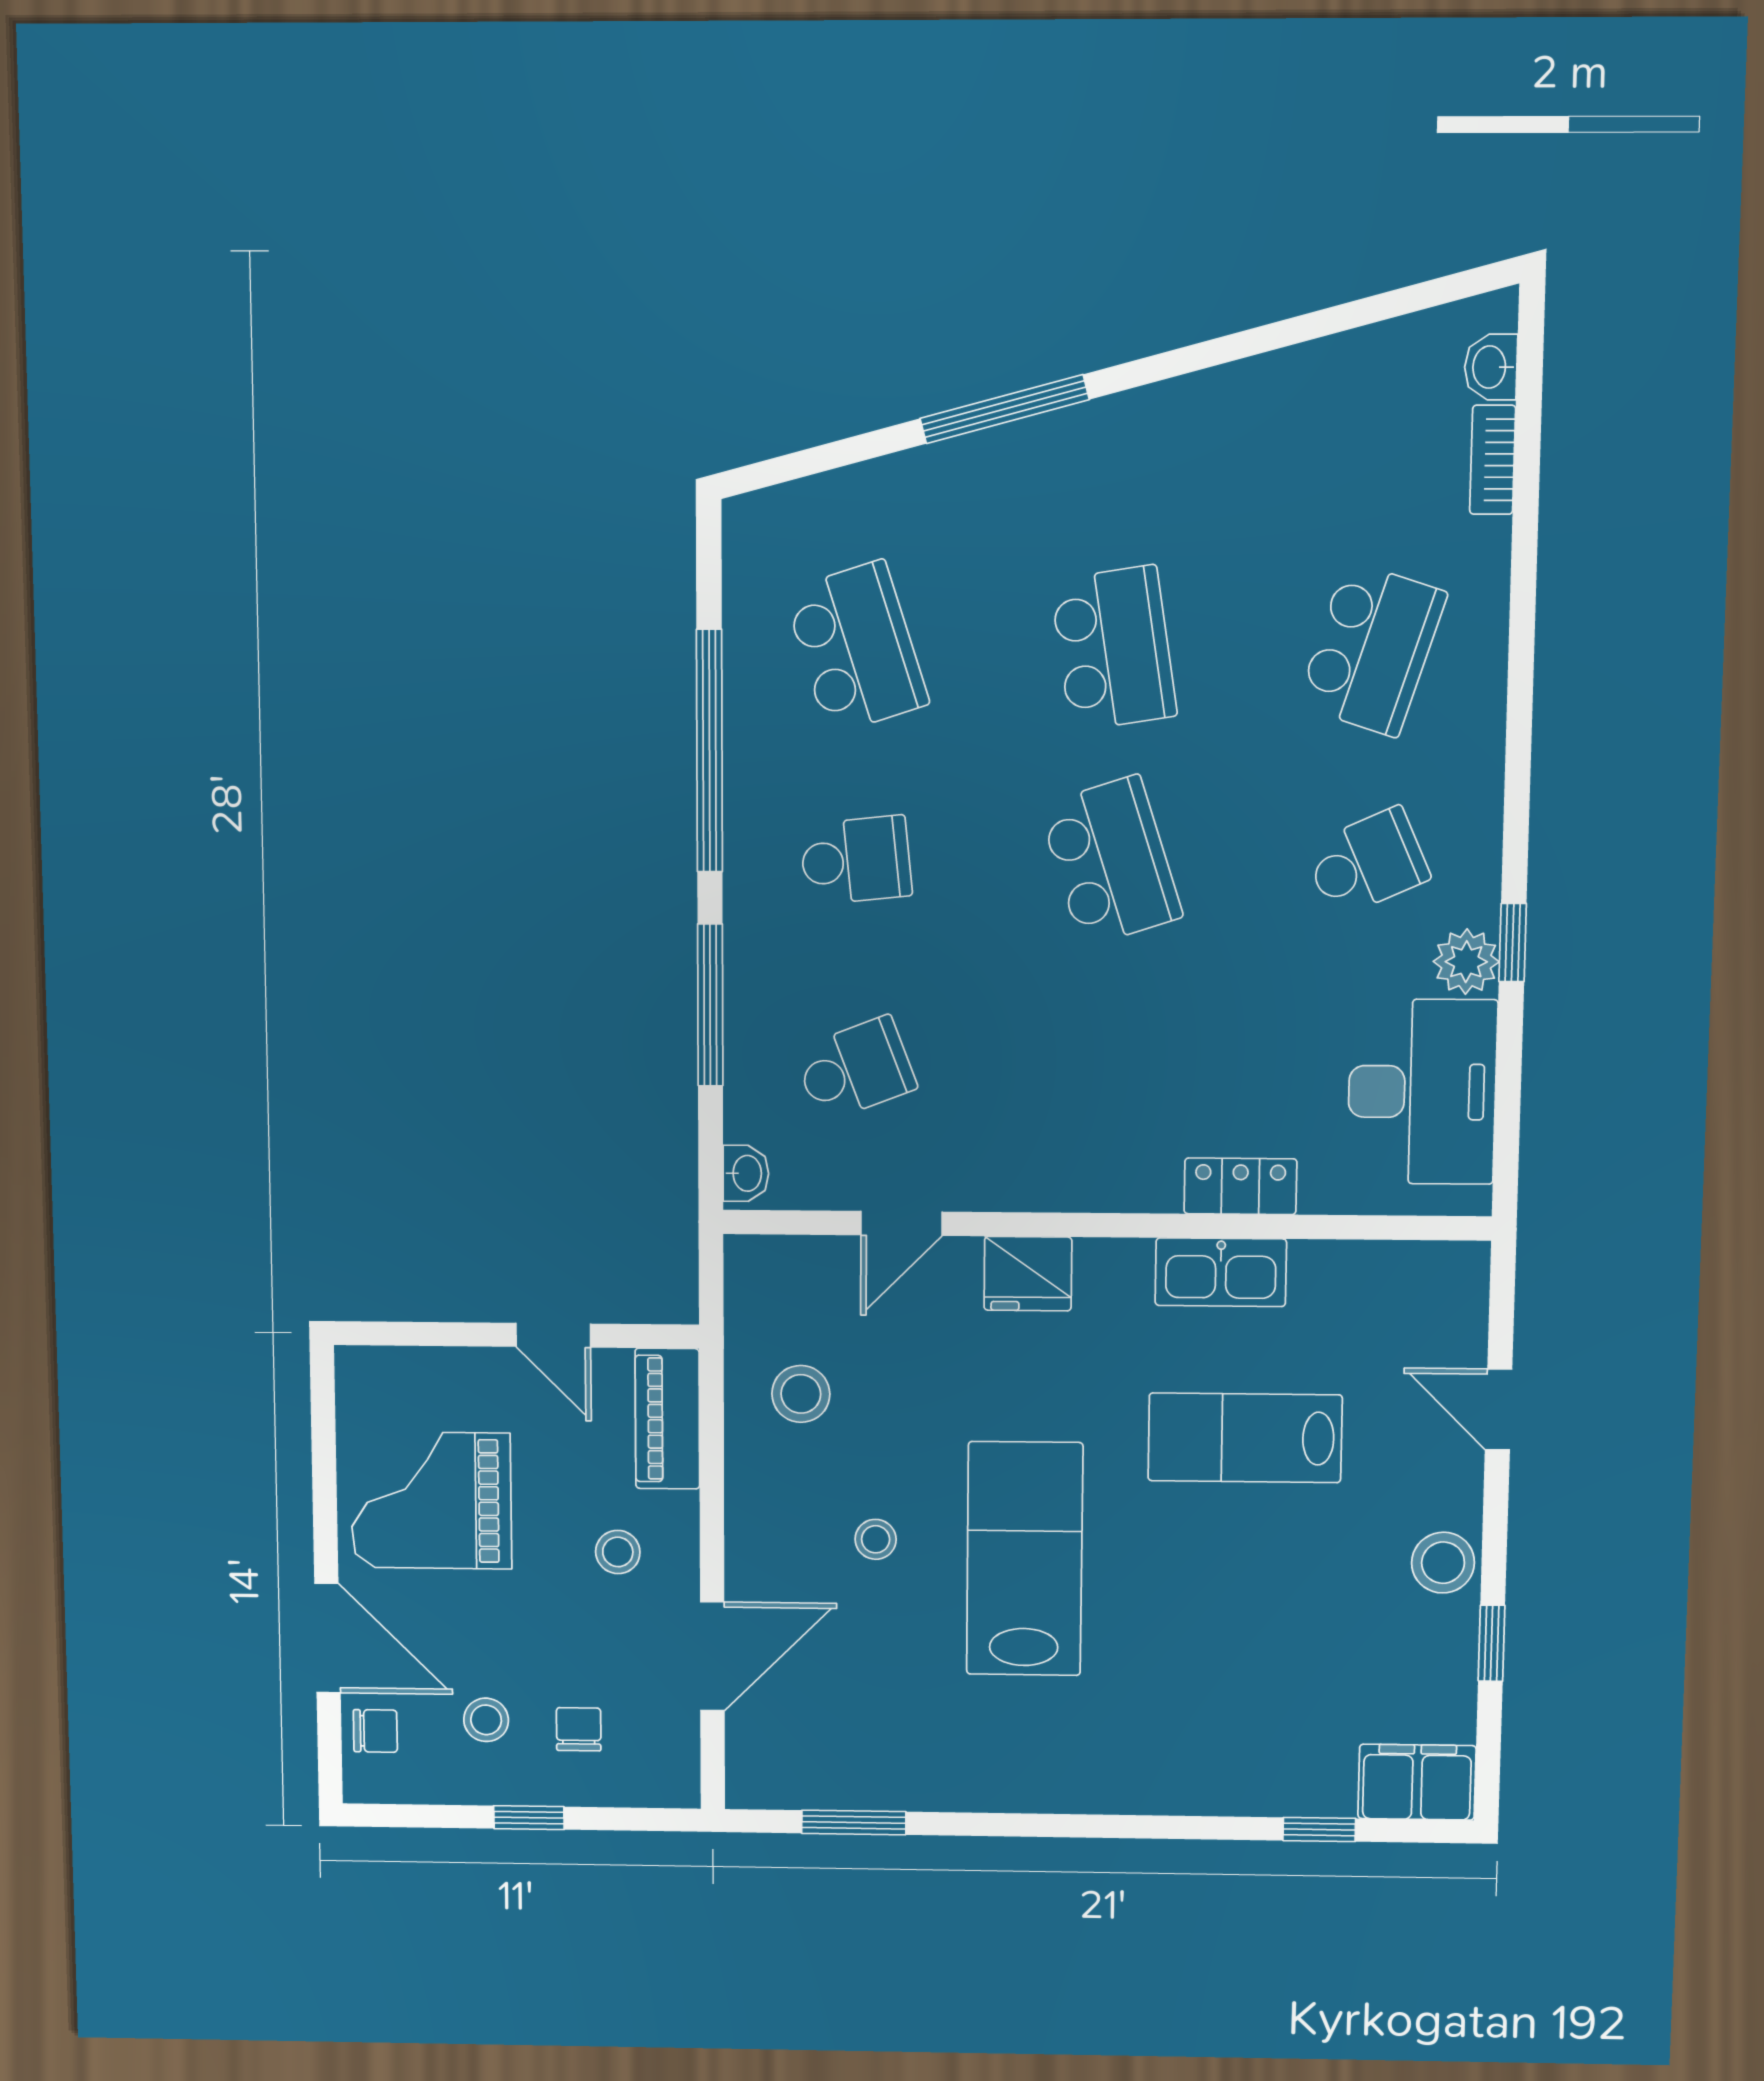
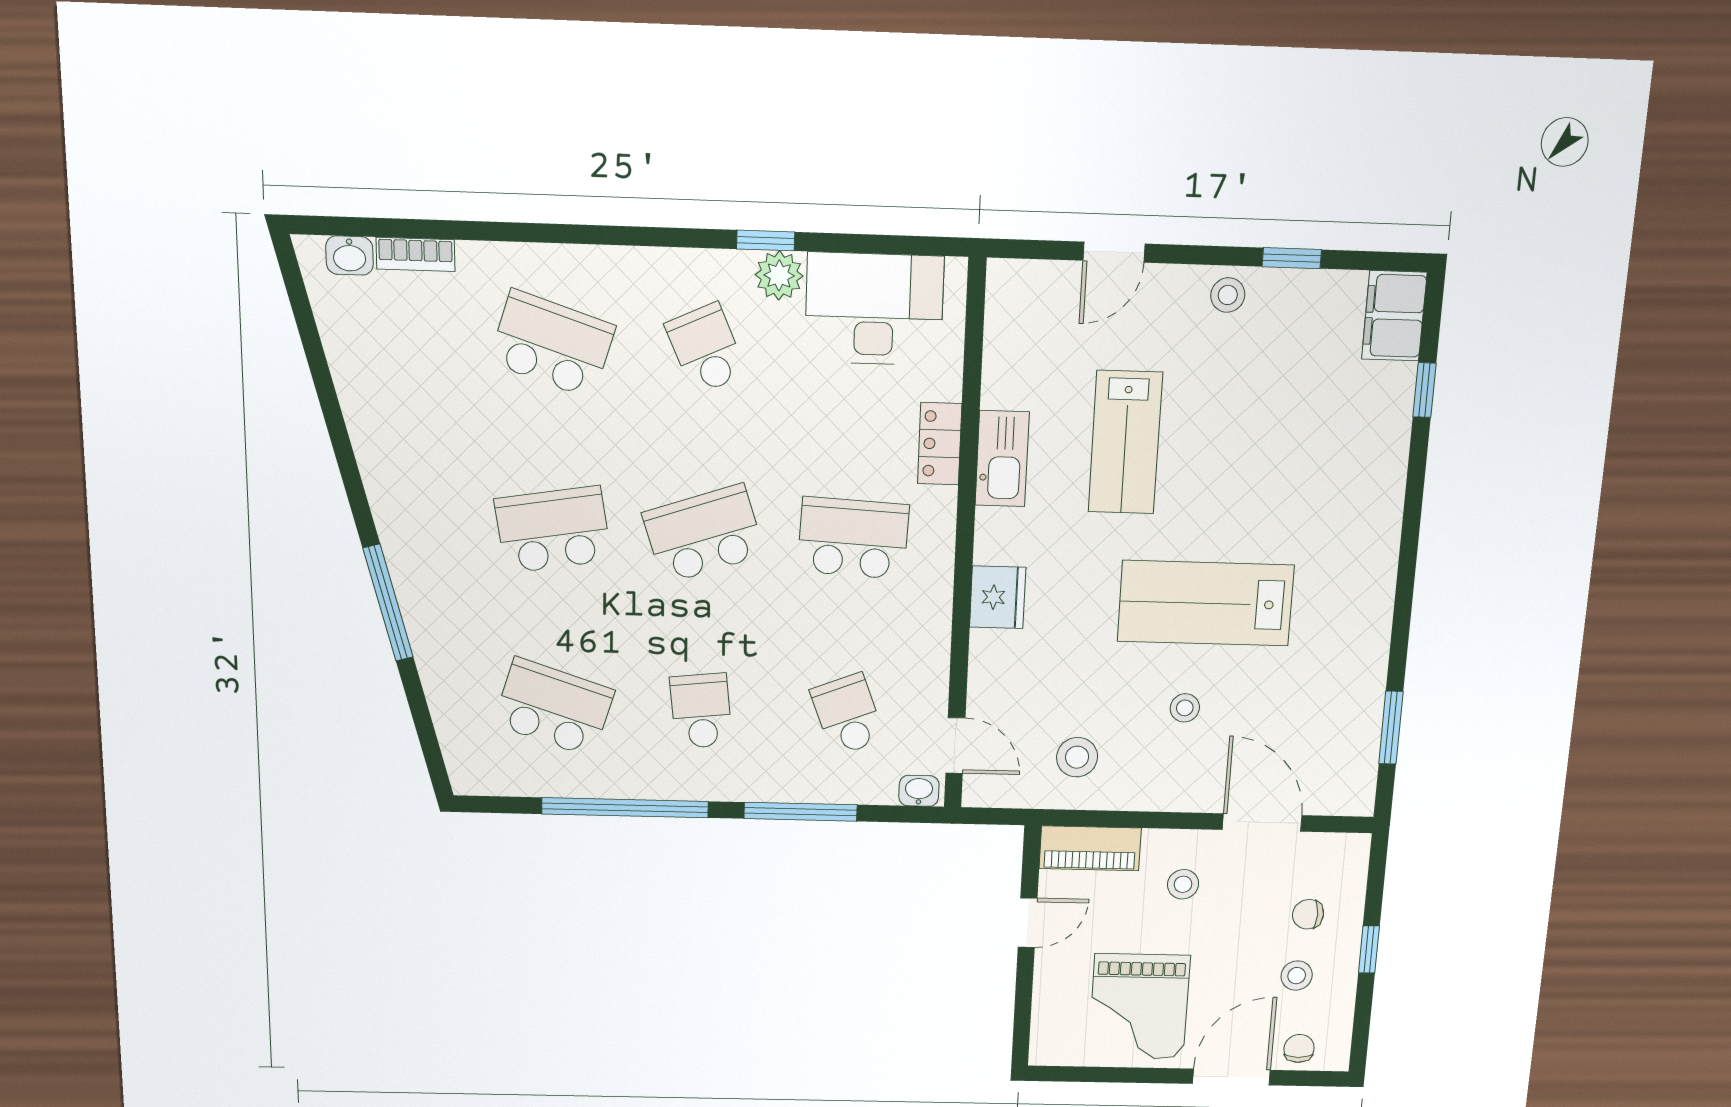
school desk: (856, 648) -> (554, 707), turned 36
school desk: (1108, 1071) -> (853, 538), added
door: (902, 1223) -> (955, 746), moved
stool: (1443, 1563) -> (1228, 295), width x0.73, depth x0.73

